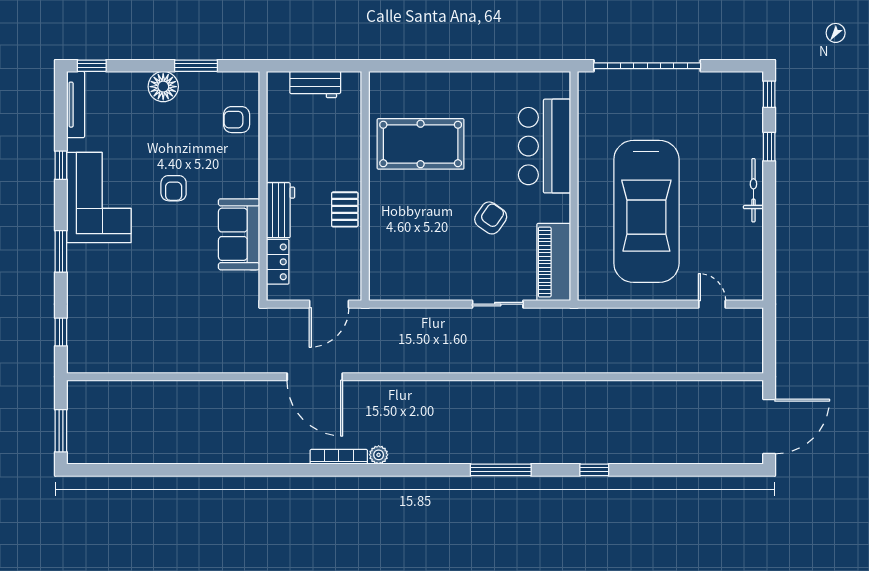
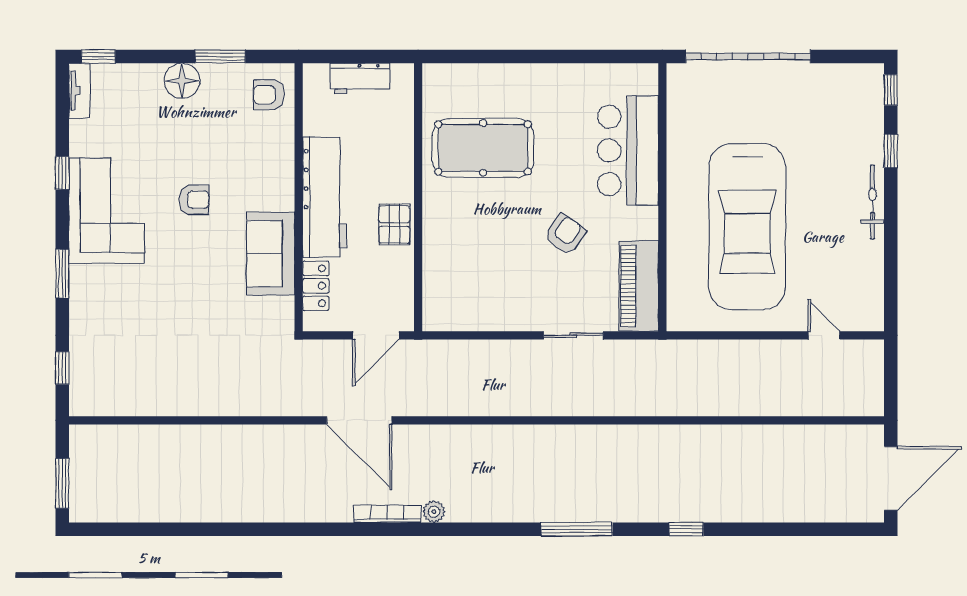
tv unit: (76, 105) -> (79, 91), width x0.71
armchair: (237, 120) -> (269, 95), moved
armchair: (174, 188) -> (194, 200), turned -90
workbench: (281, 210) -> (325, 197), width x1.88, depth x1.32

